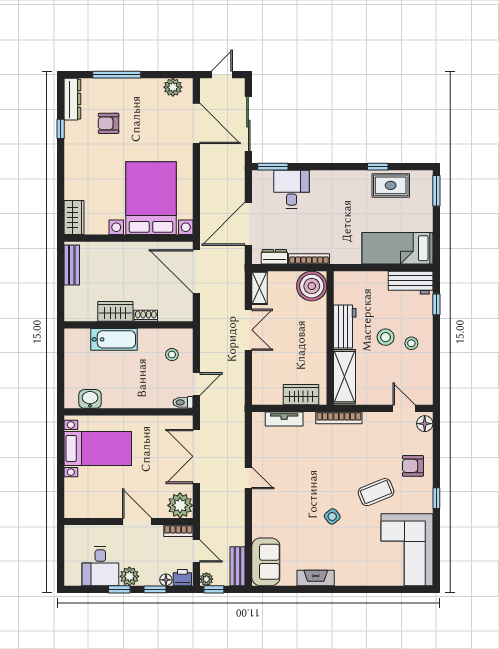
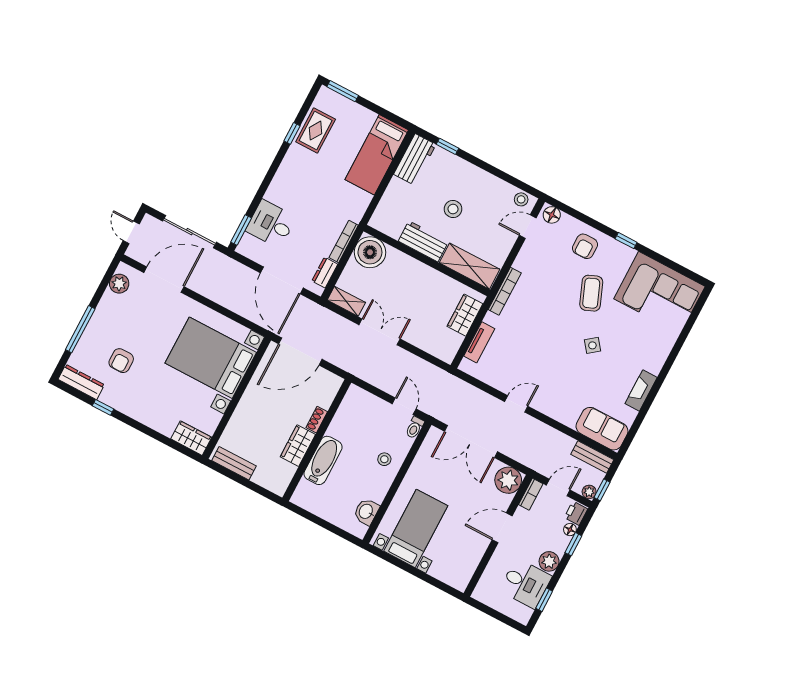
stool: (411, 343) -> (521, 199), moved
stool: (172, 355) -> (384, 459), moved
window: (119, 589) -> (544, 600), moved

